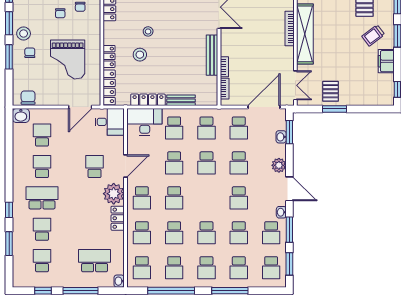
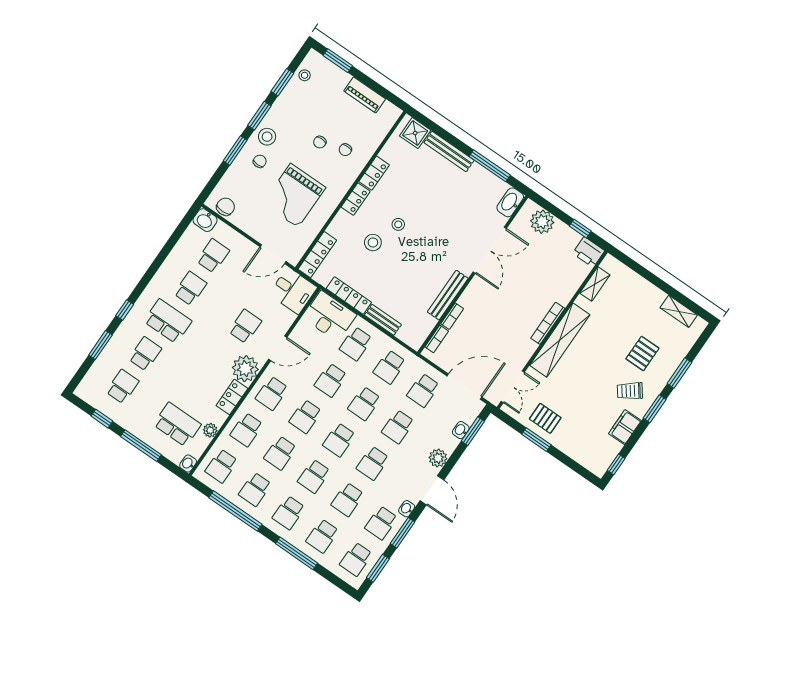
locker: (109, 56) -> (356, 199), moved
pallet: (331, 91) -> (545, 418), turned 90
school desk: (206, 198) -> (339, 440), added
plant: (119, 250) -> (210, 430), added

